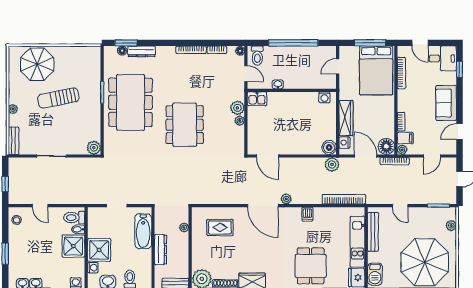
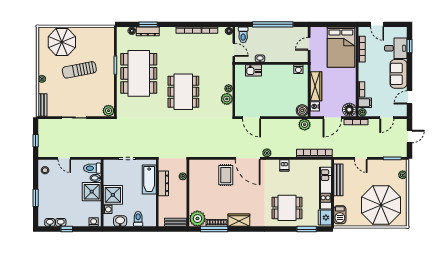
window: (126, 43) -> (148, 24), moved
window: (370, 43) -> (336, 24), removed
desk: (443, 58) -> (396, 48), moved
kitchen sink: (257, 99) -> (254, 70), moved
plant: (237, 108) -> (227, 99), moved
door: (366, 156) -> (332, 118), swing flipped
rug: (220, 227) -> (226, 175), moved, turned 90
dresser: (160, 250) -> (163, 183), moved
dining table: (311, 266) -> (287, 208), turned 90

